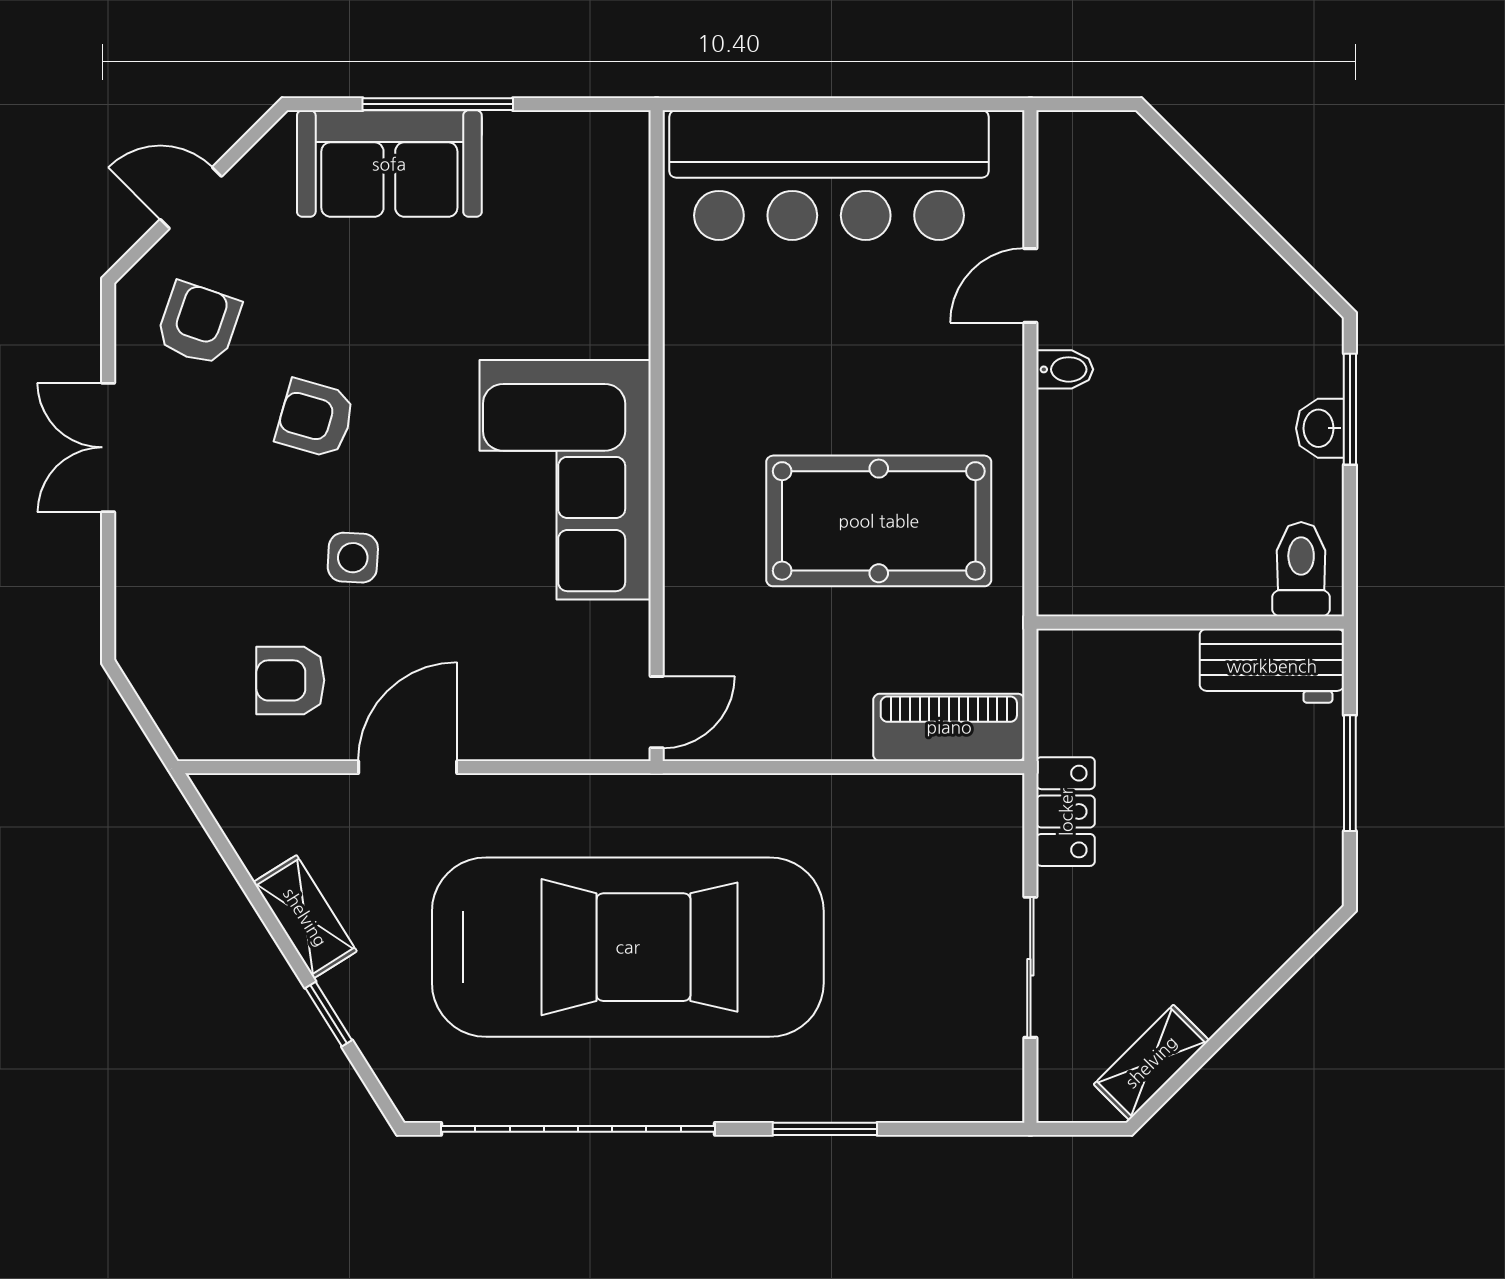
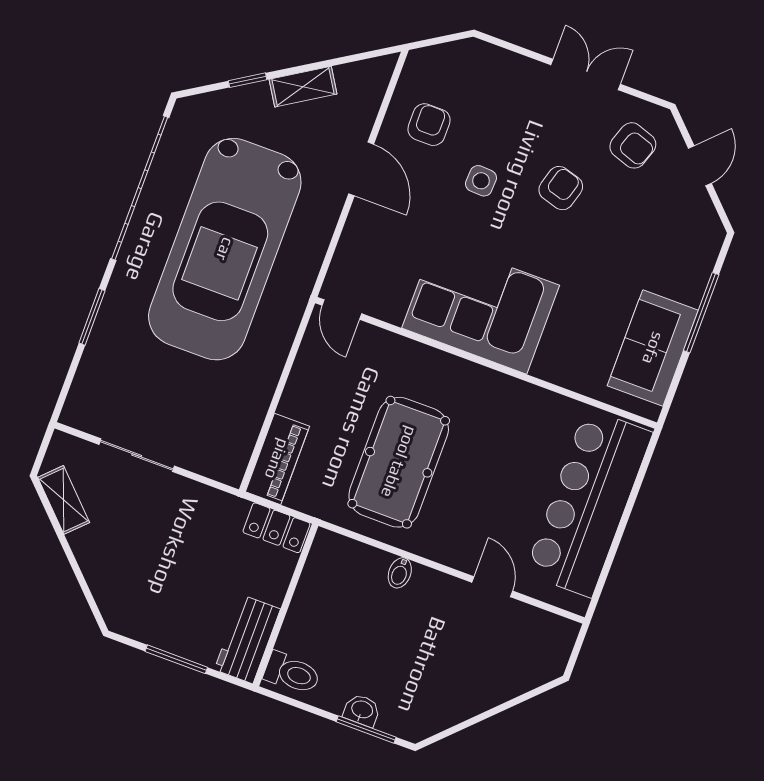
sofa: (389, 164) -> (653, 348), moved
bidet: (1065, 369) -> (400, 573), moved
locker: (1066, 812) -> (276, 528), moved

